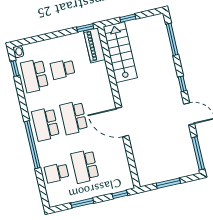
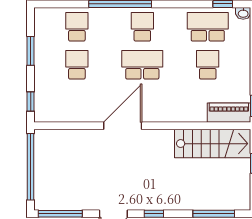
school desk: (46, 124) -> (142, 27), width x0.54
school desk: (85, 166) -> (77, 65), width x0.54
window: (168, 183) -> (31, 167), width x2.11

